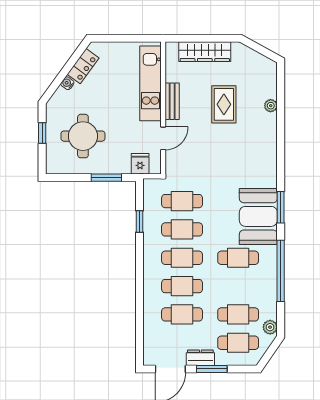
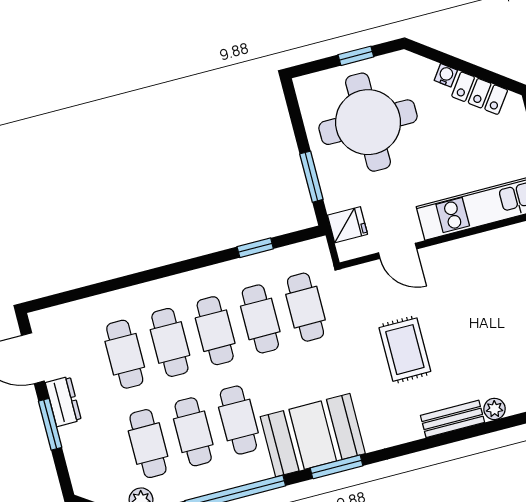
bench: (172, 101) -> (452, 419), moved
rug: (224, 104) -> (405, 350), moved, turned 90
round table: (83, 136) -> (368, 122), width x1.36, depth x1.36
cafe table: (238, 343) -> (193, 432), moved

